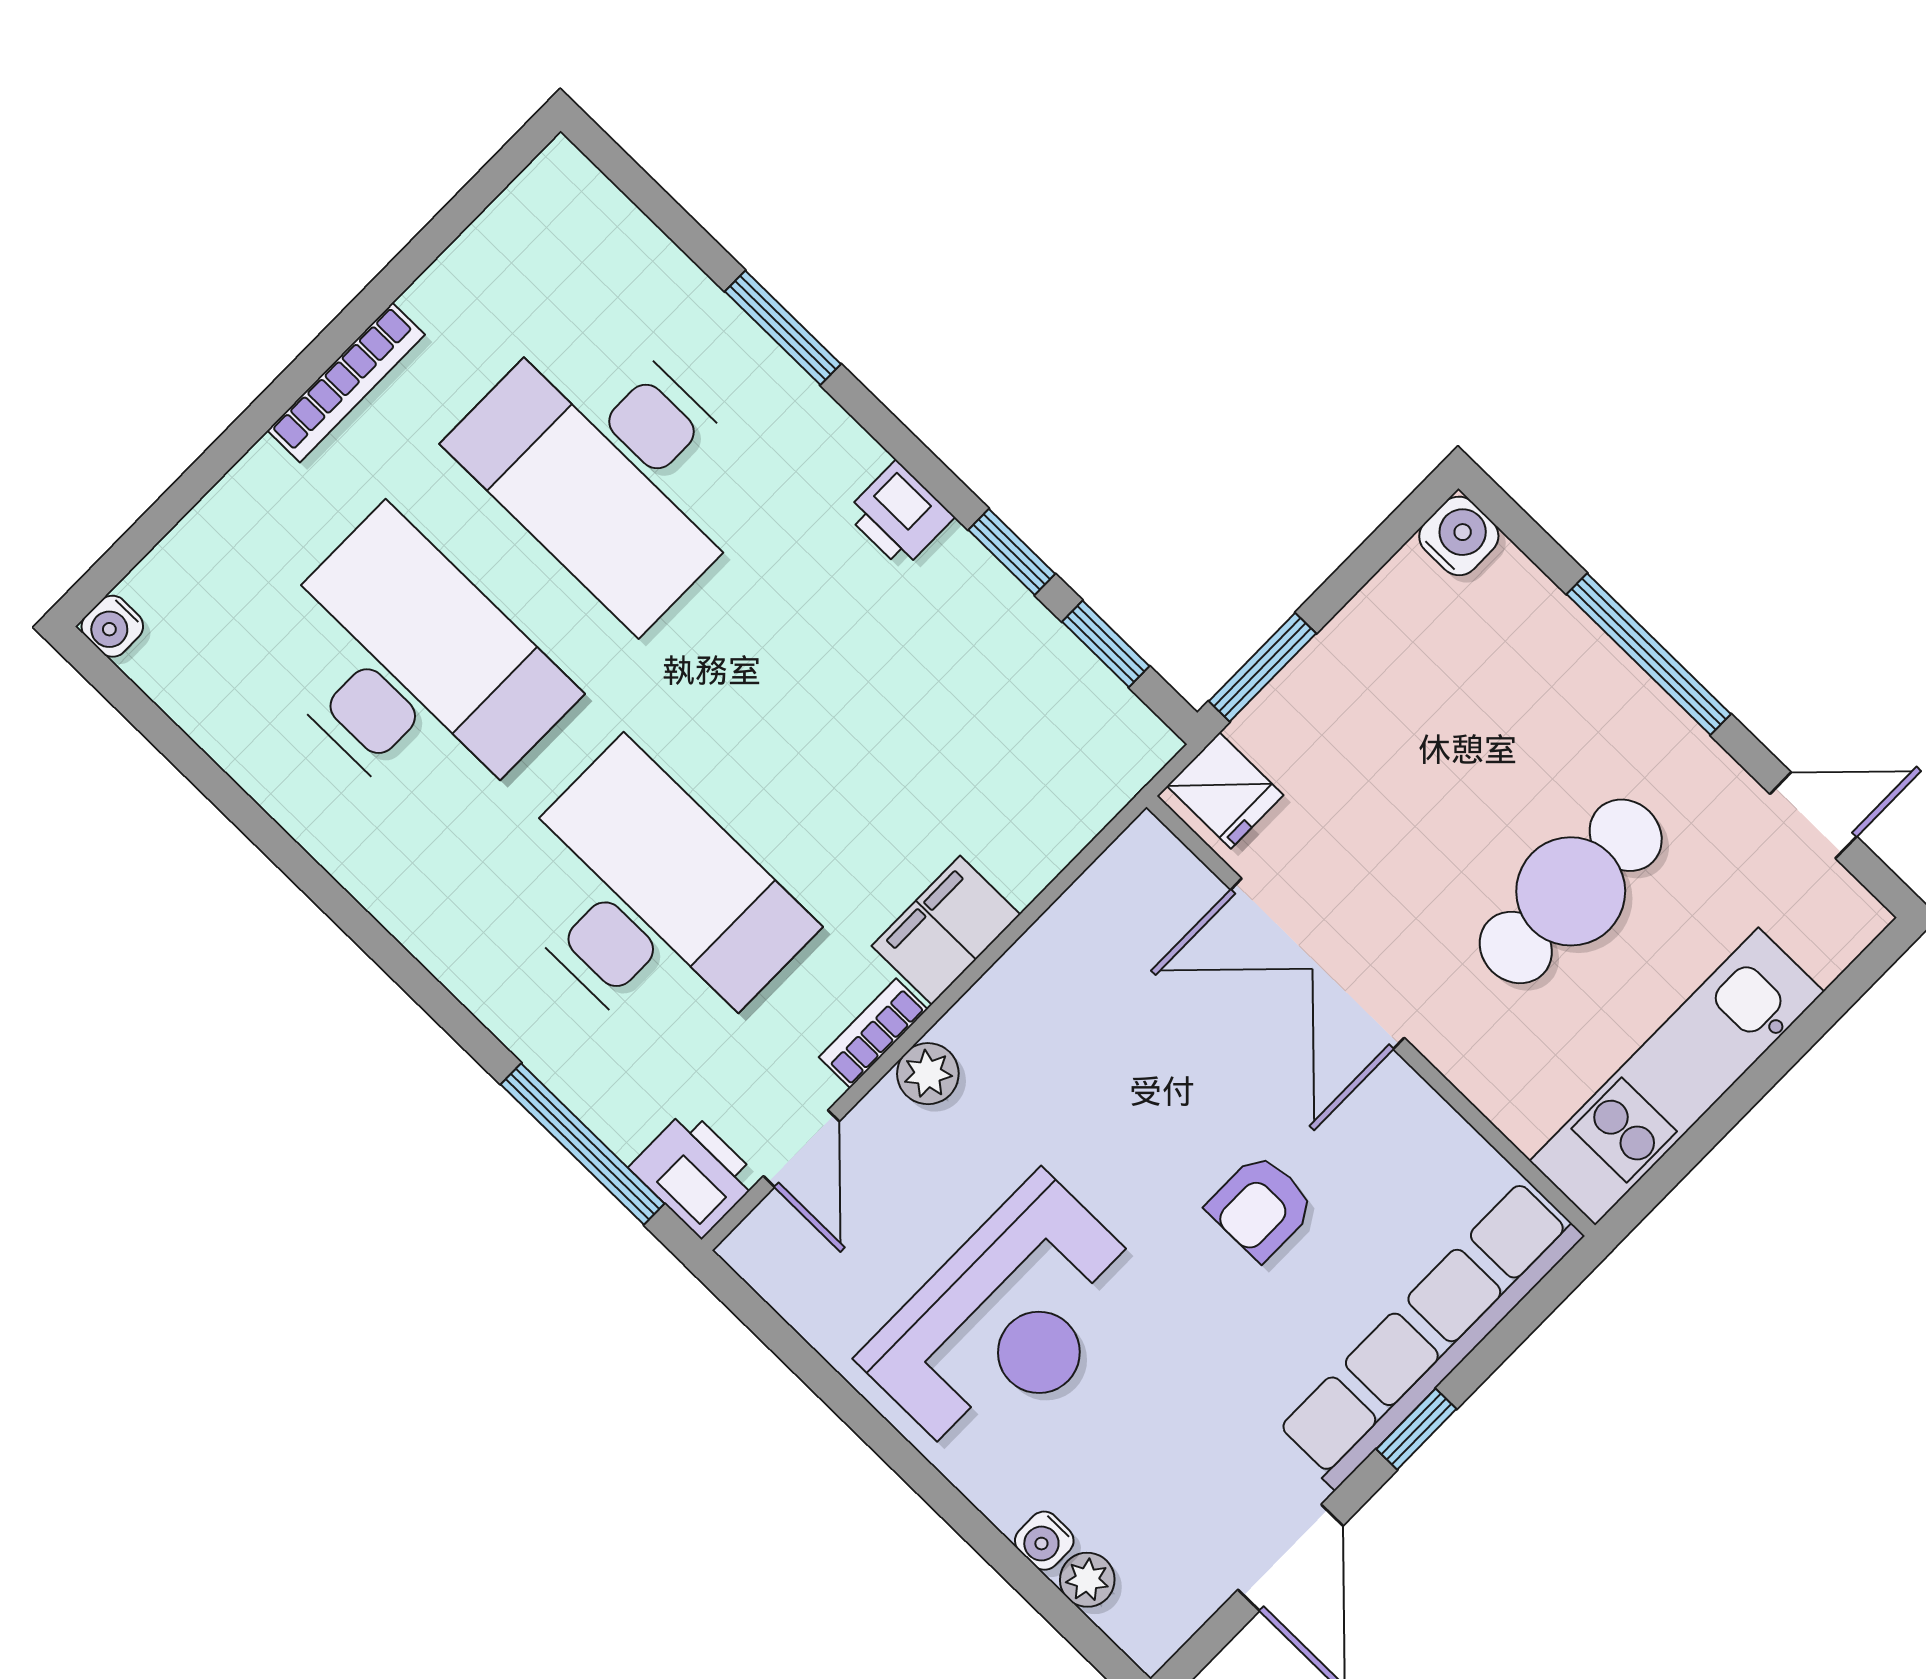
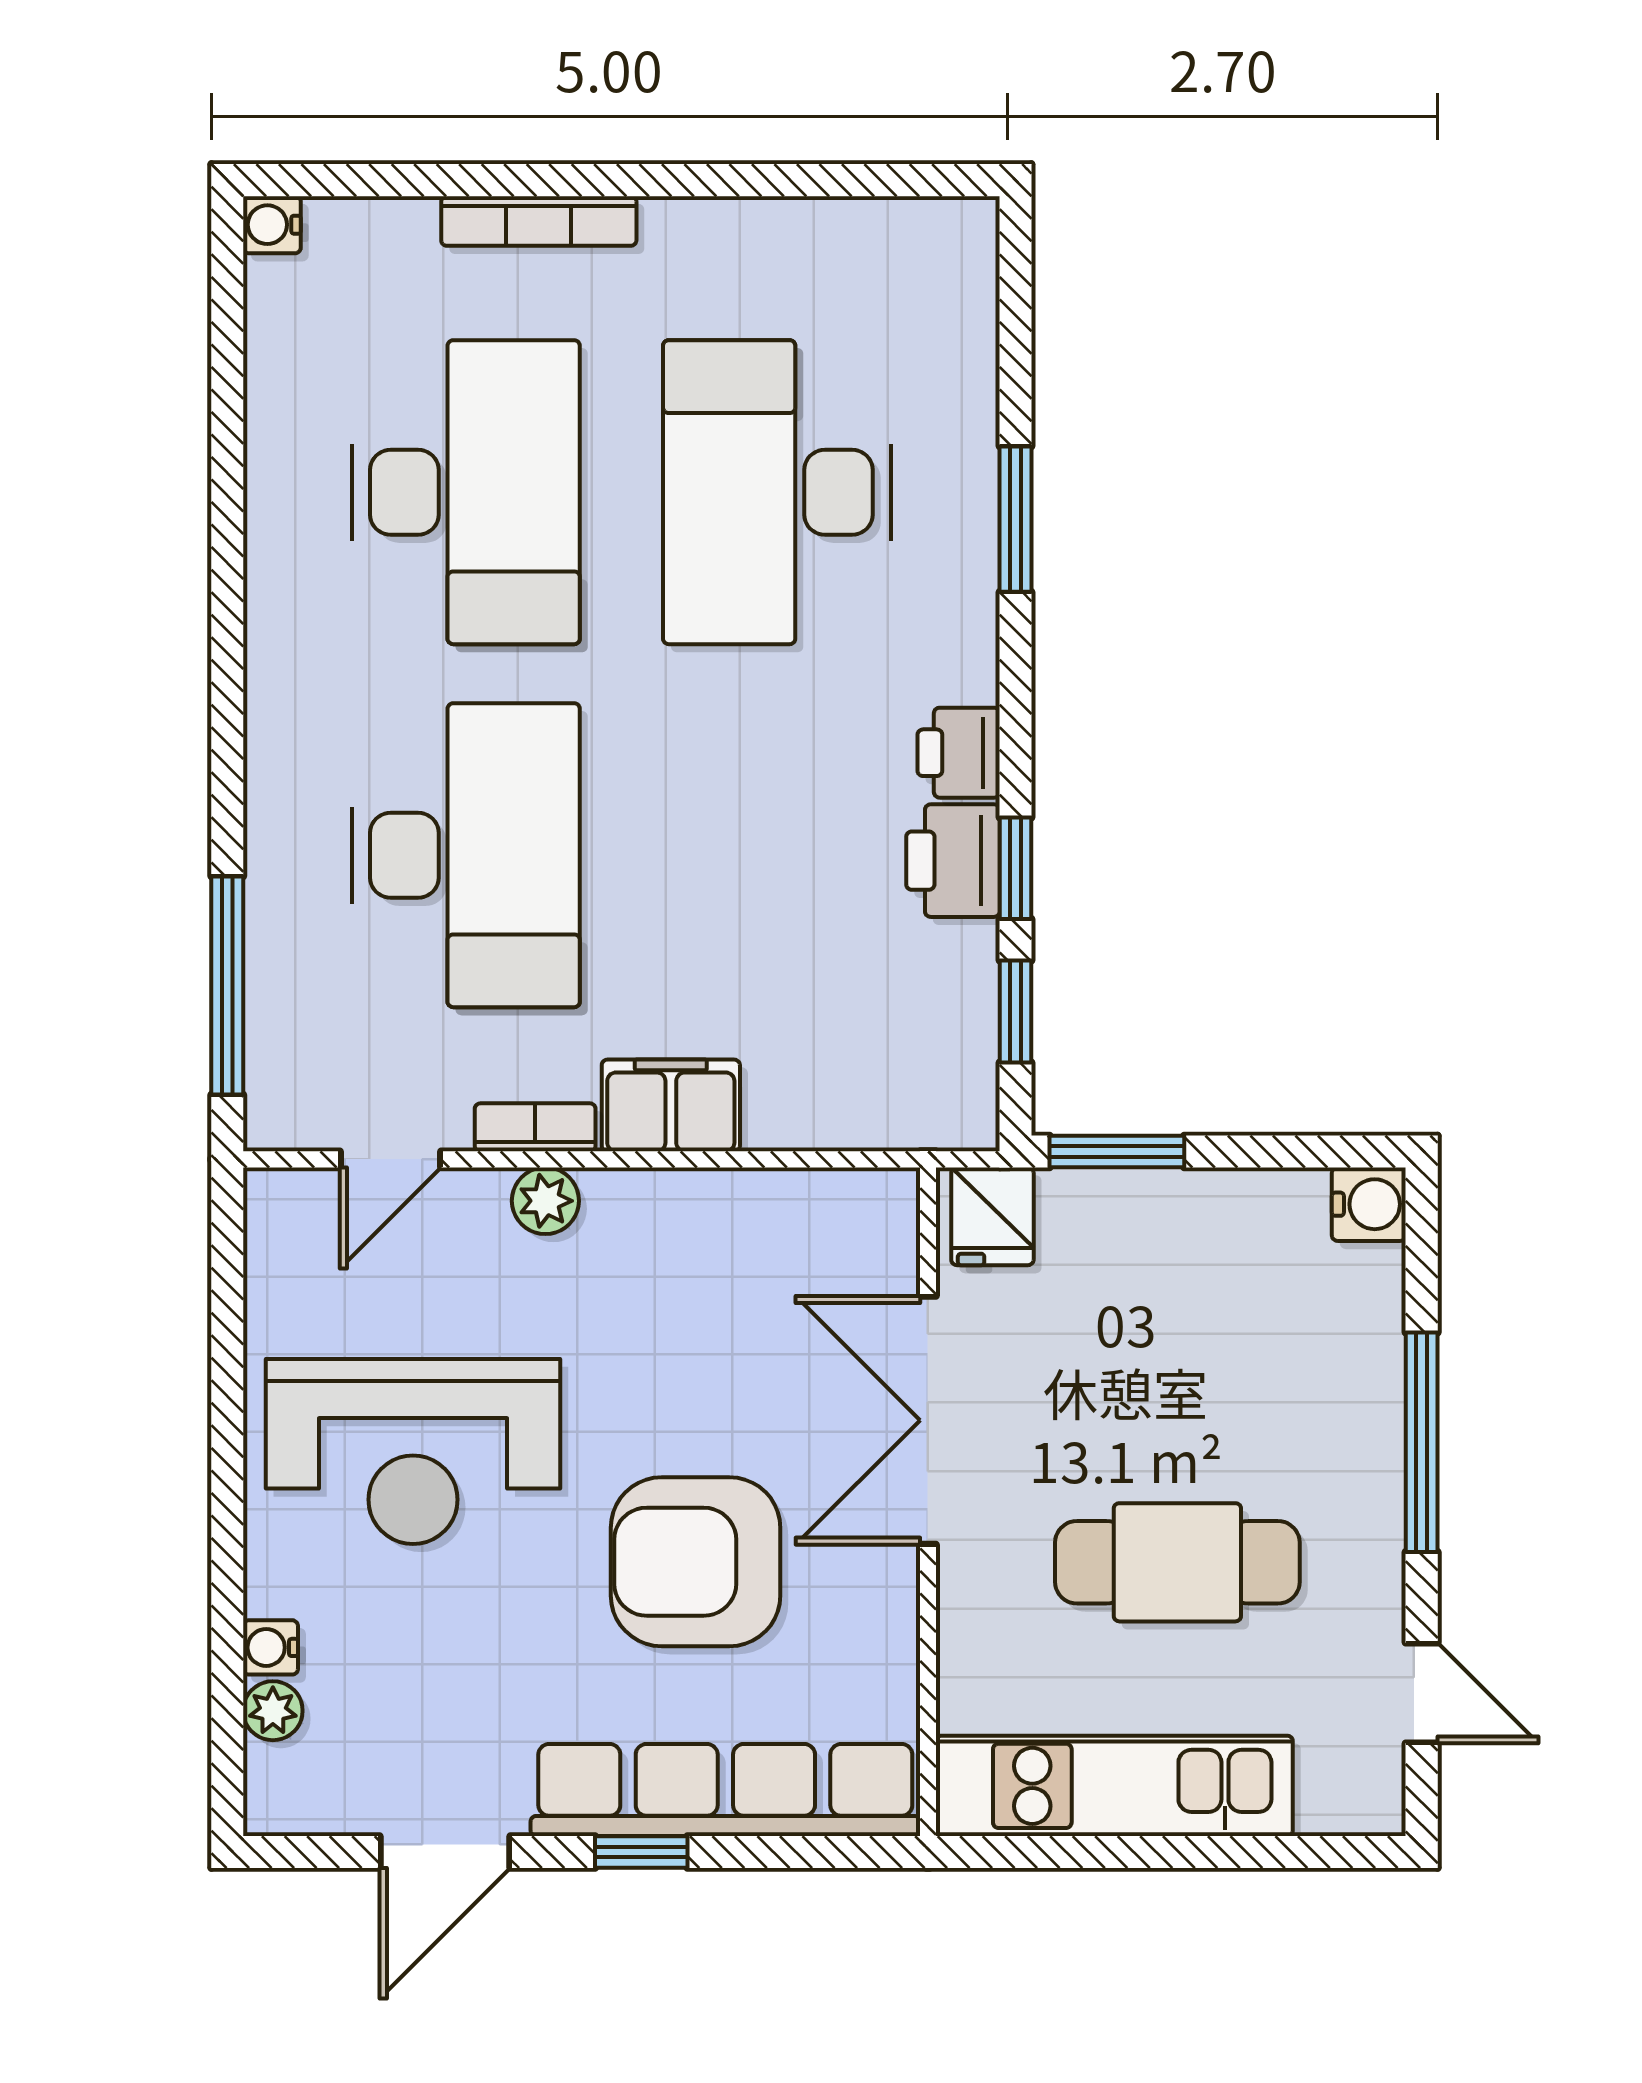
bookcase: (346, 383) -> (539, 221), moved
printer: (694, 1173) -> (953, 861), moved, turned 180
armchair: (1261, 1207) -> (696, 1562), width x1.88, depth x1.88

